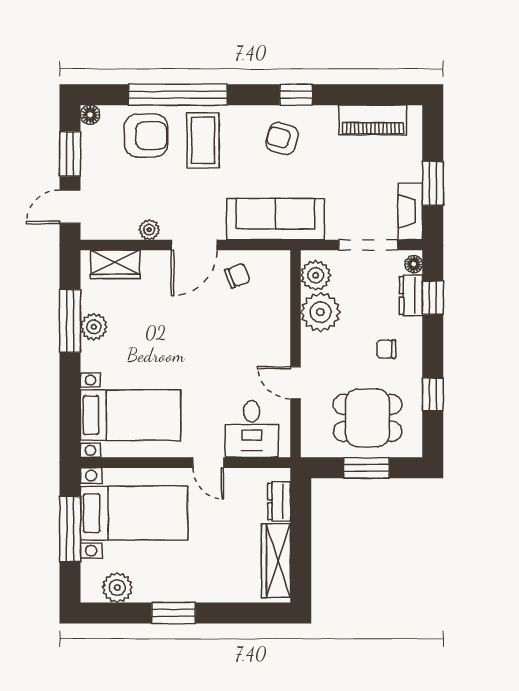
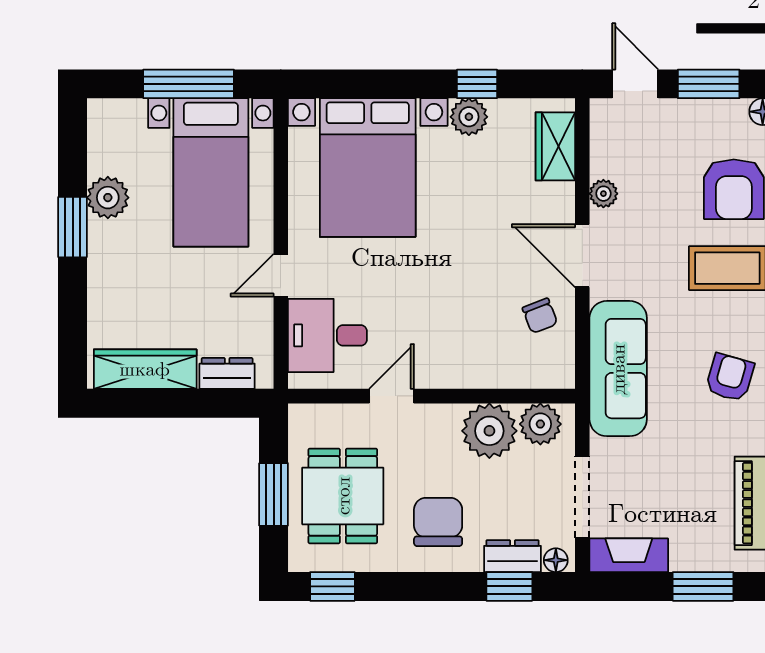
window: (433, 183) -> (703, 586), moved
window: (70, 321) -> (477, 84), width x0.46
chair: (386, 349) -> (438, 522), width x1.87, depth x1.87
window: (433, 394) -> (332, 586), moved
bed with nightstands: (131, 415) -> (368, 168), width x1.36
plant: (117, 588) -> (108, 198), moved

